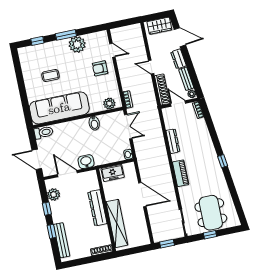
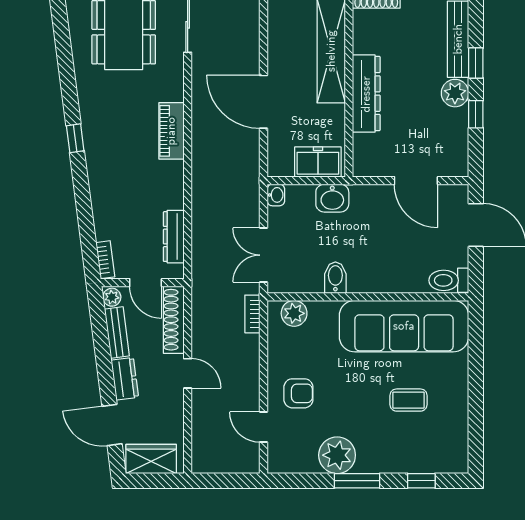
dresser: (173, 141) -> (174, 237), moved
washbasin: (86, 162) -> (332, 198), moved
plant: (54, 194) -> (455, 93), moved

